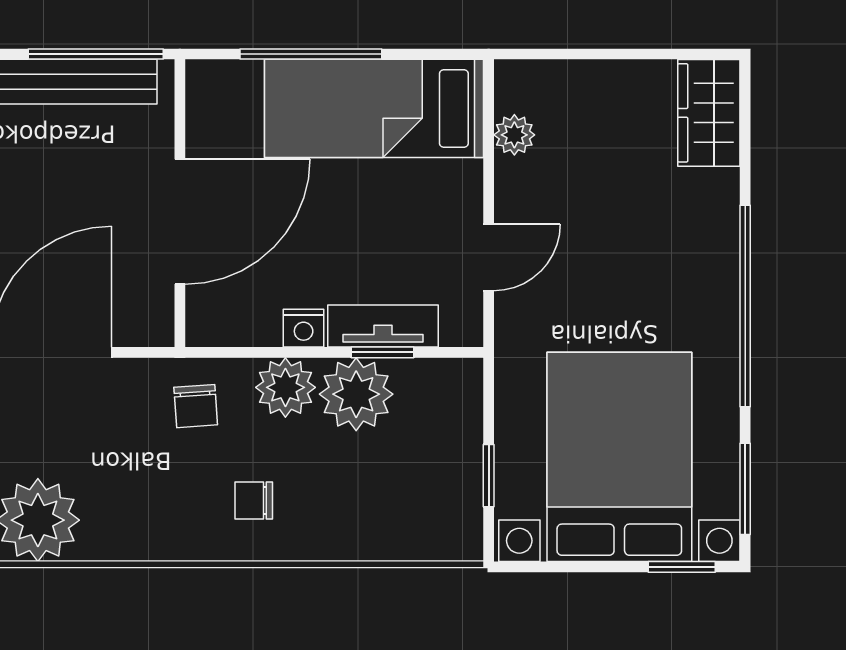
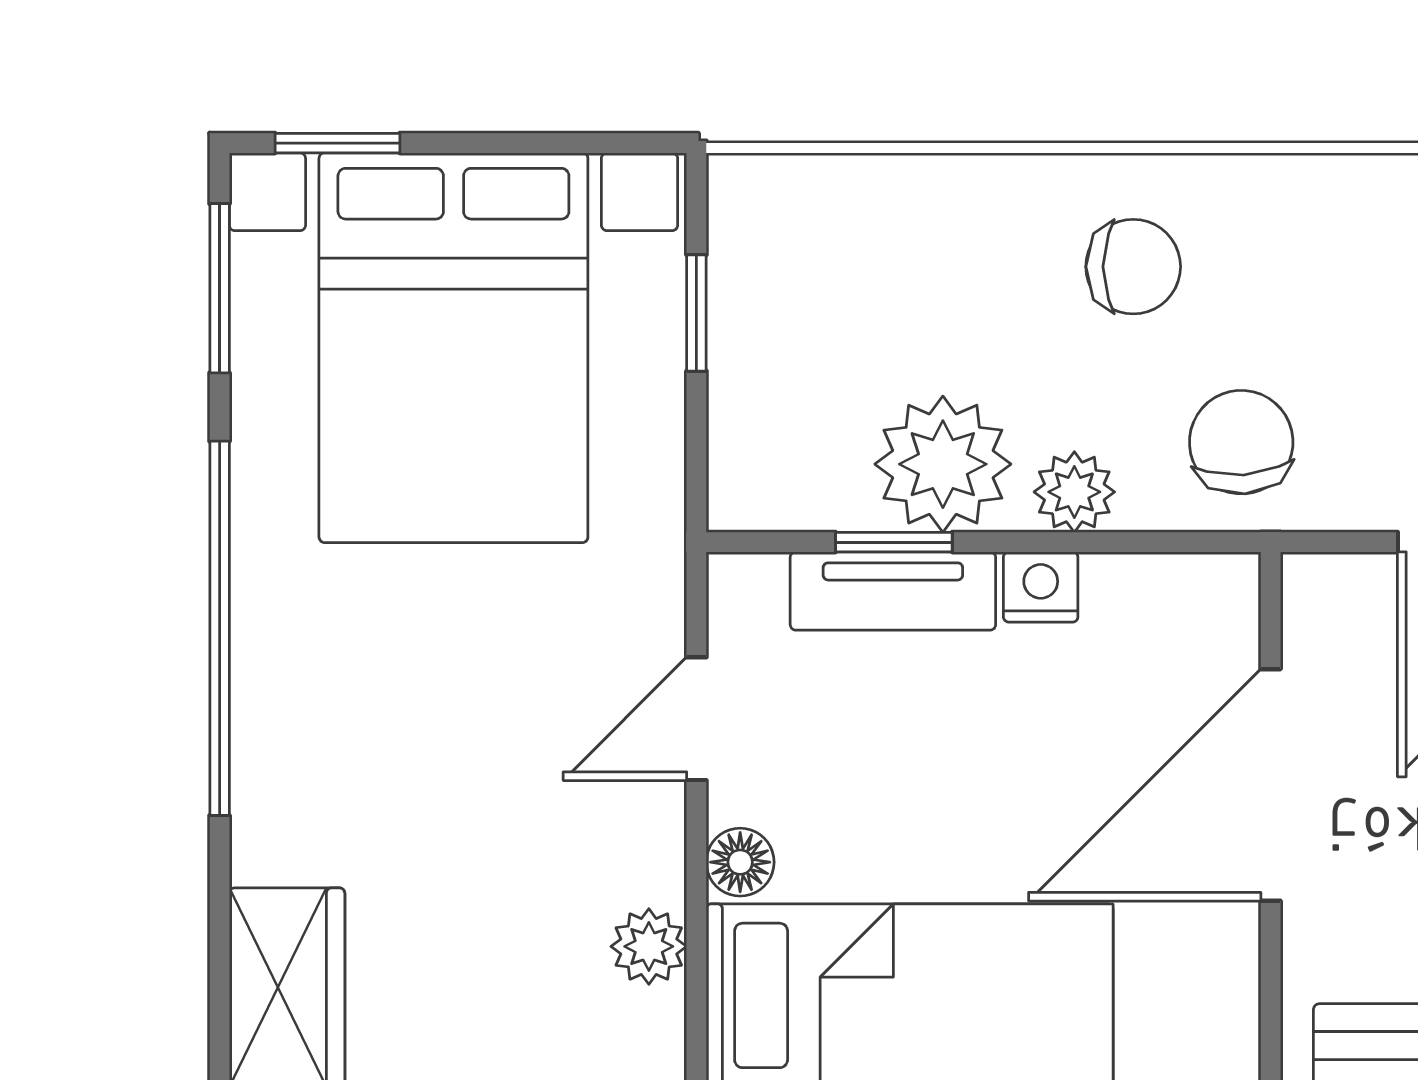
floor lamp: (465, 180) -> (740, 862), added
plant: (285, 387) -> (1074, 492), width x0.73, depth x0.73
chair: (196, 406) -> (1241, 442), width x1.37, depth x1.37
chair: (254, 500) -> (1133, 267), width x1.37, depth x1.37

